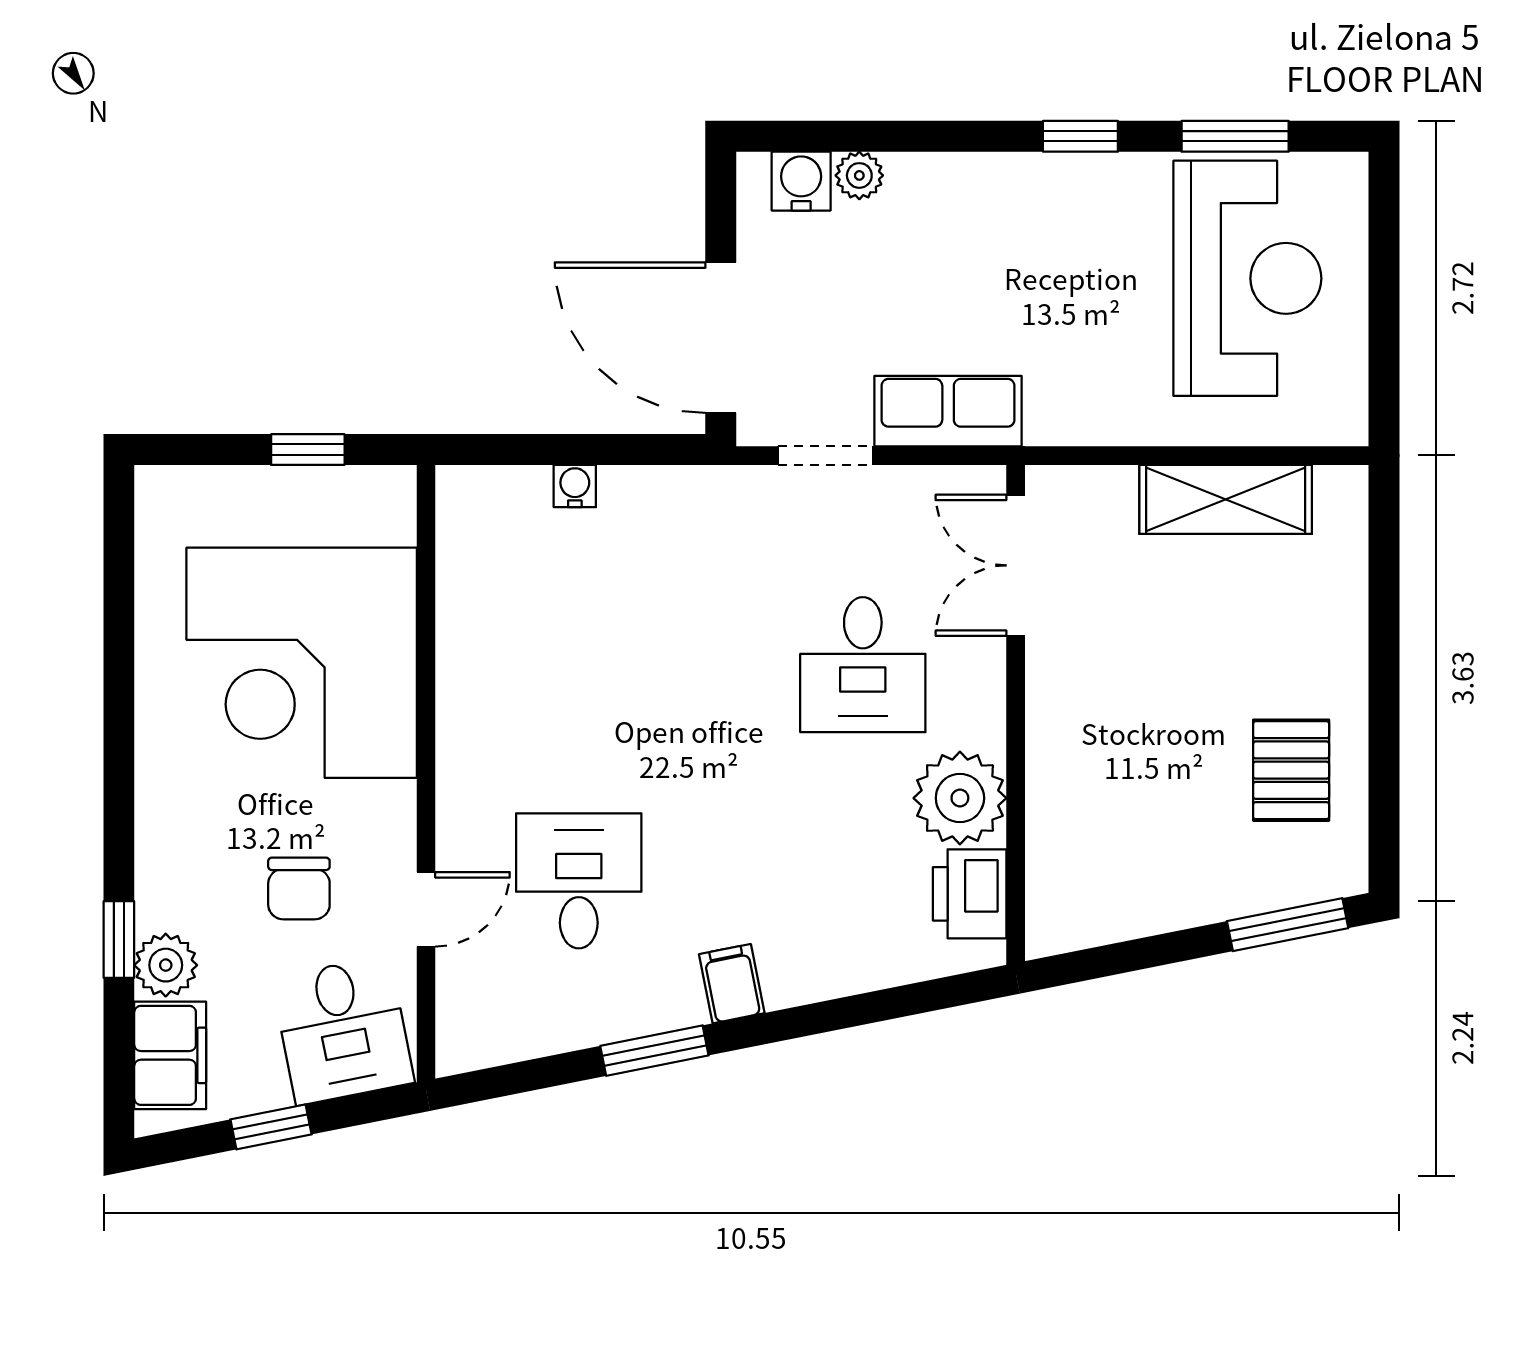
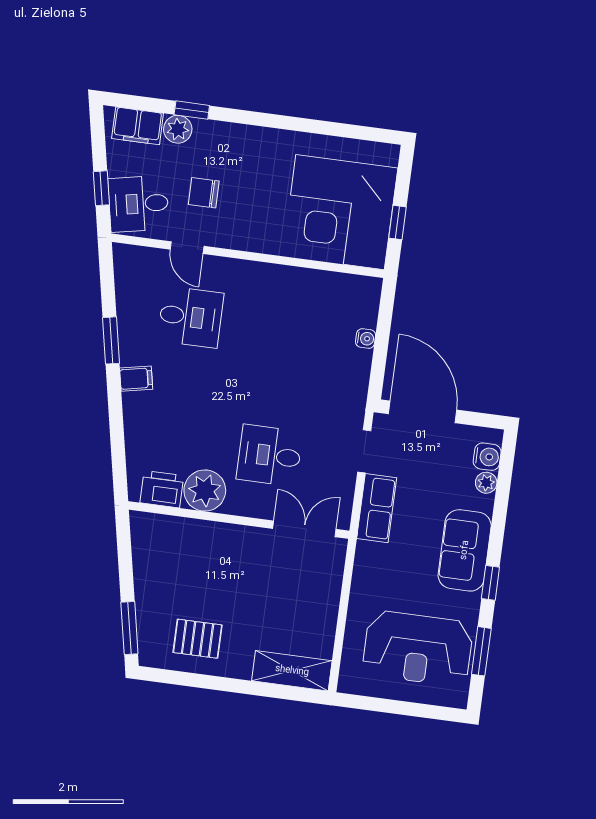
sofa: (1016, 203) -> (465, 550), added
door: (721, 338) -> (423, 412), hinge flipped
shelving: (1226, 499) -> (292, 671), moved, turned 90
corner desk: (302, 663) -> (340, 212), moved, turned -90
window: (271, 1127) -> (101, 188), moved

